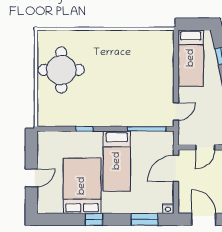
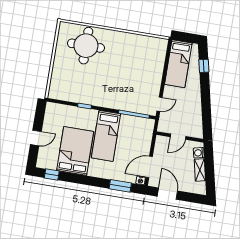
round table: (61, 70) -> (86, 46), moved
door: (176, 168) -> (149, 167), moved
window: (94, 219) -> (52, 174), moved

